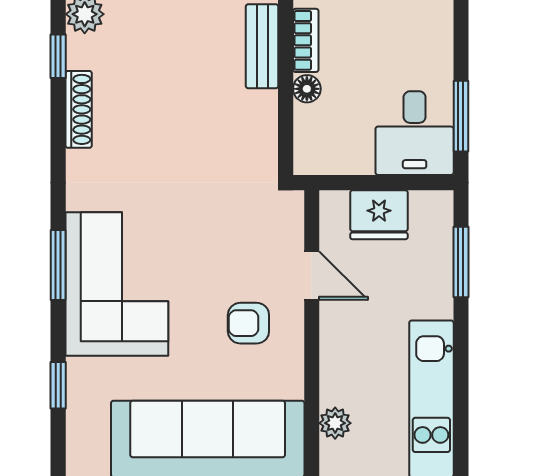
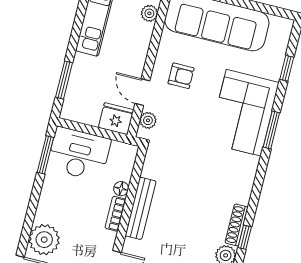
bench: (262, 46) -> (141, 208), width x1.36
shoe rack: (79, 109) -> (237, 225), moved
desk: (415, 133) -> (79, 154), width x1.37
fridge: (379, 215) -> (116, 119), moved
plant: (289, 226) -> (148, 120), added

